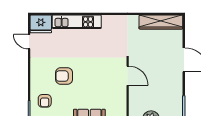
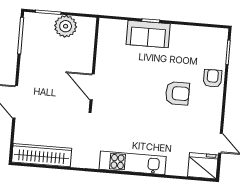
kitchen unit: (77, 22) -> (133, 163), moved
armchair: (45, 101) -> (213, 78), moved

